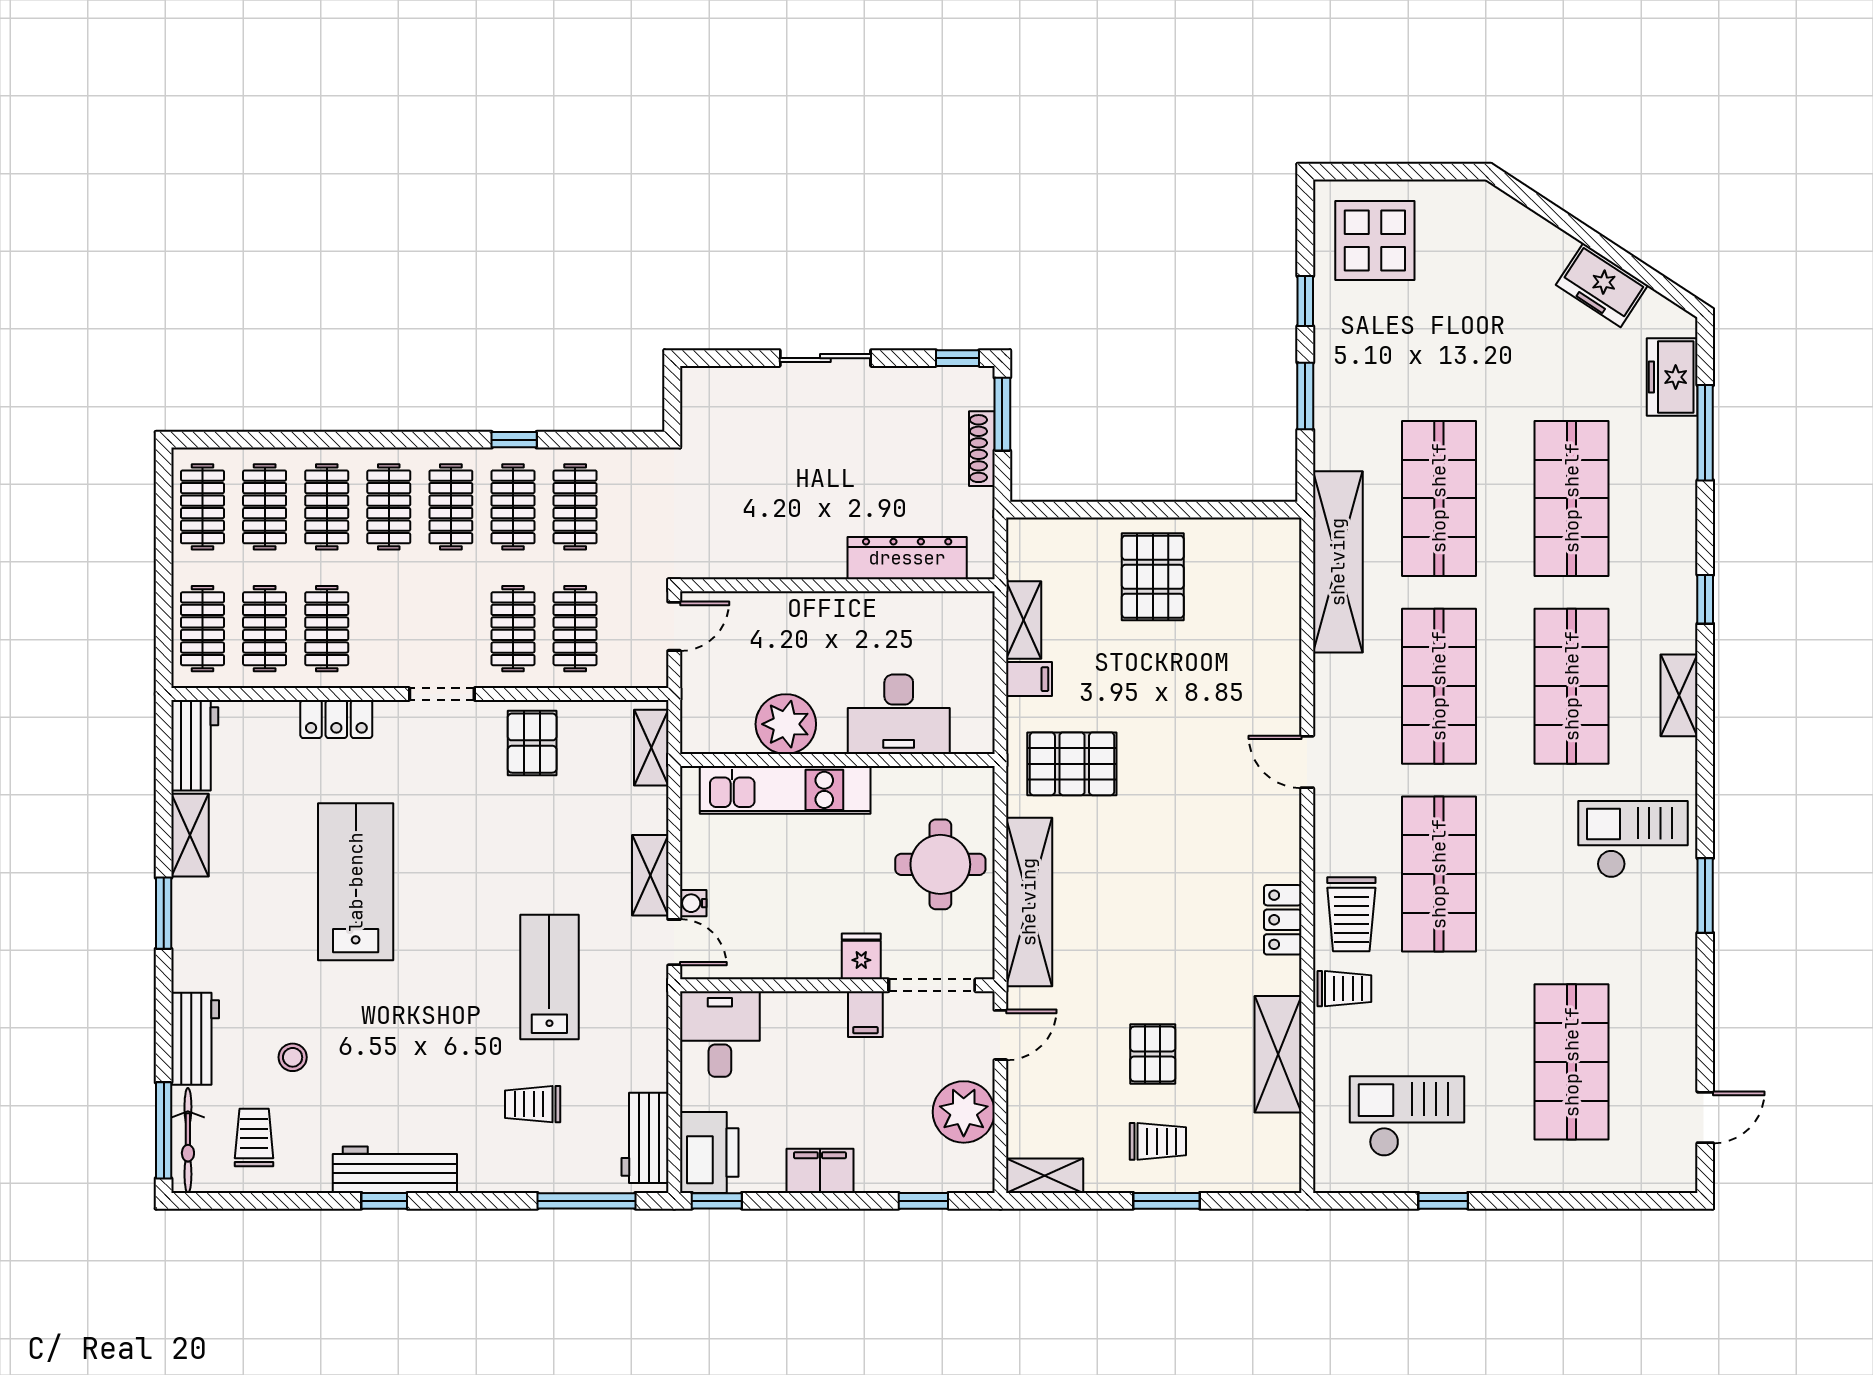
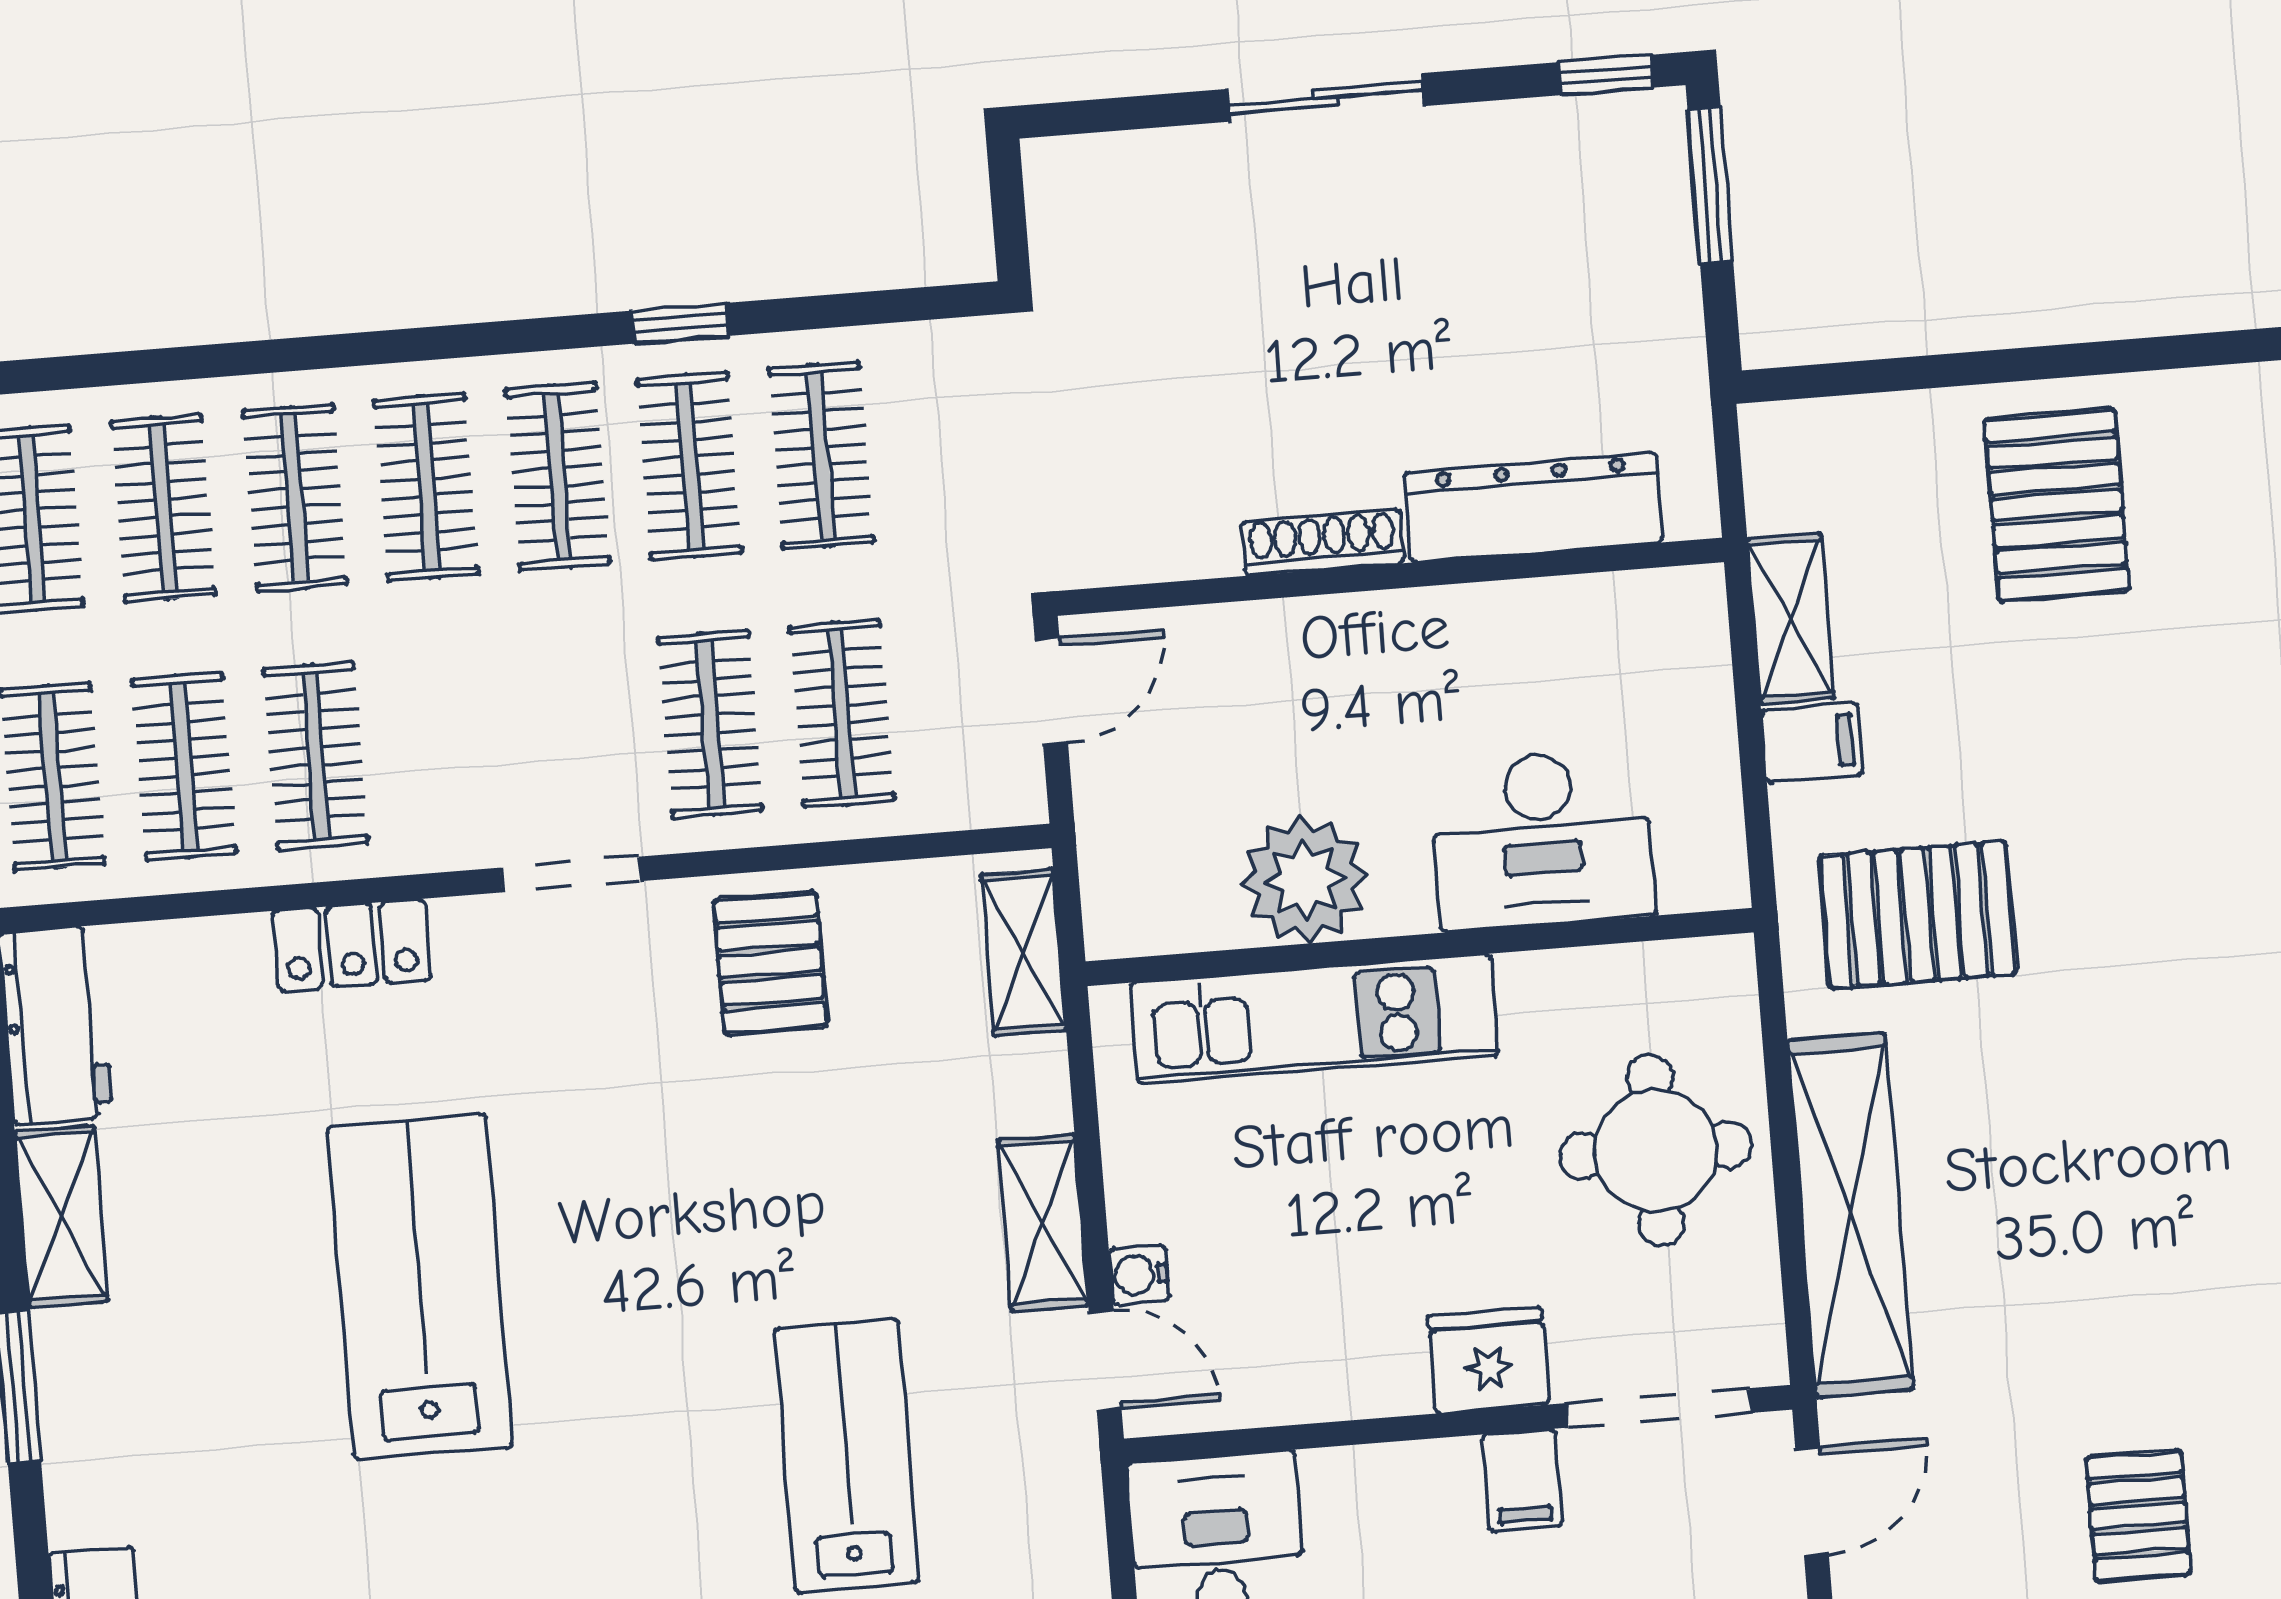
shoe rack: (982, 449) -> (1322, 542), moved, turned 90
fridge: (861, 956) -> (1488, 1360), width x1.38

